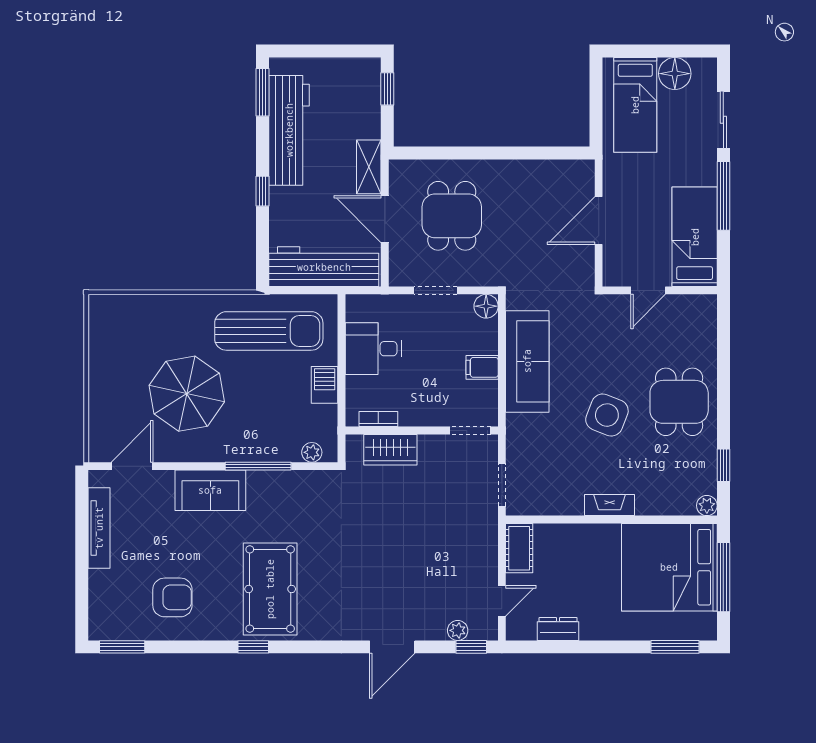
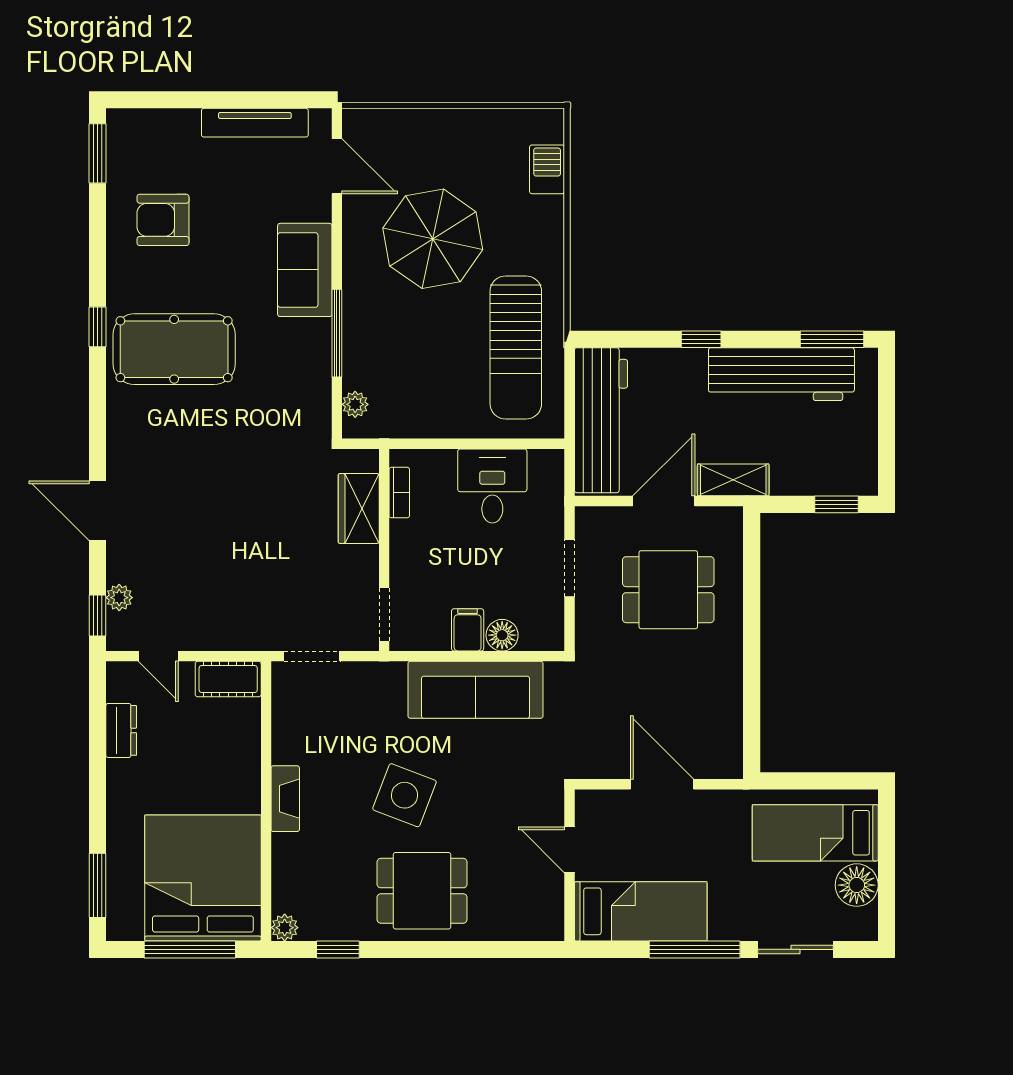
floor lamp: (486, 306) -> (502, 635), moved
barbecue: (325, 385) -> (547, 169), moved, turned -90
armchair: (172, 597) -> (163, 220), turned 90

